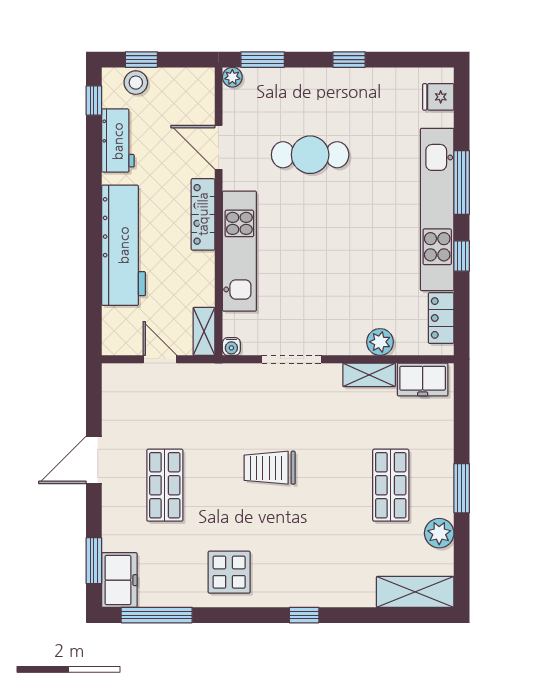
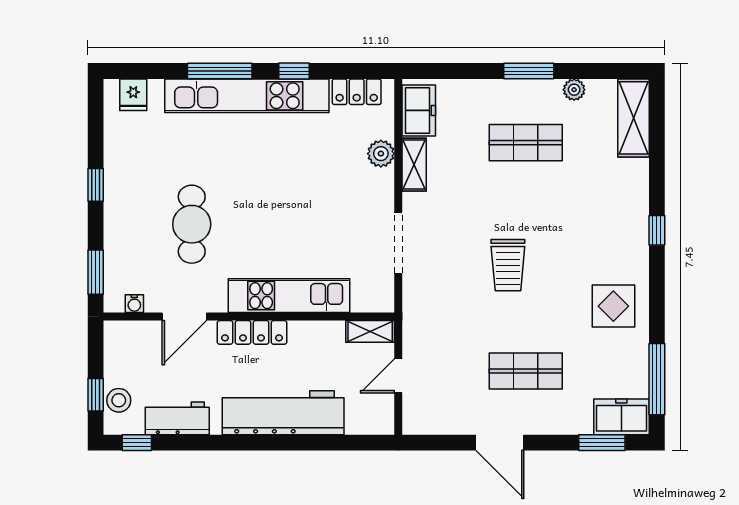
plant: (232, 77) -> (113, 303), removed
water cooler: (231, 346) -> (134, 304), moved, turned 90
plant: (439, 533) -> (574, 90), width x0.73, depth x0.73

